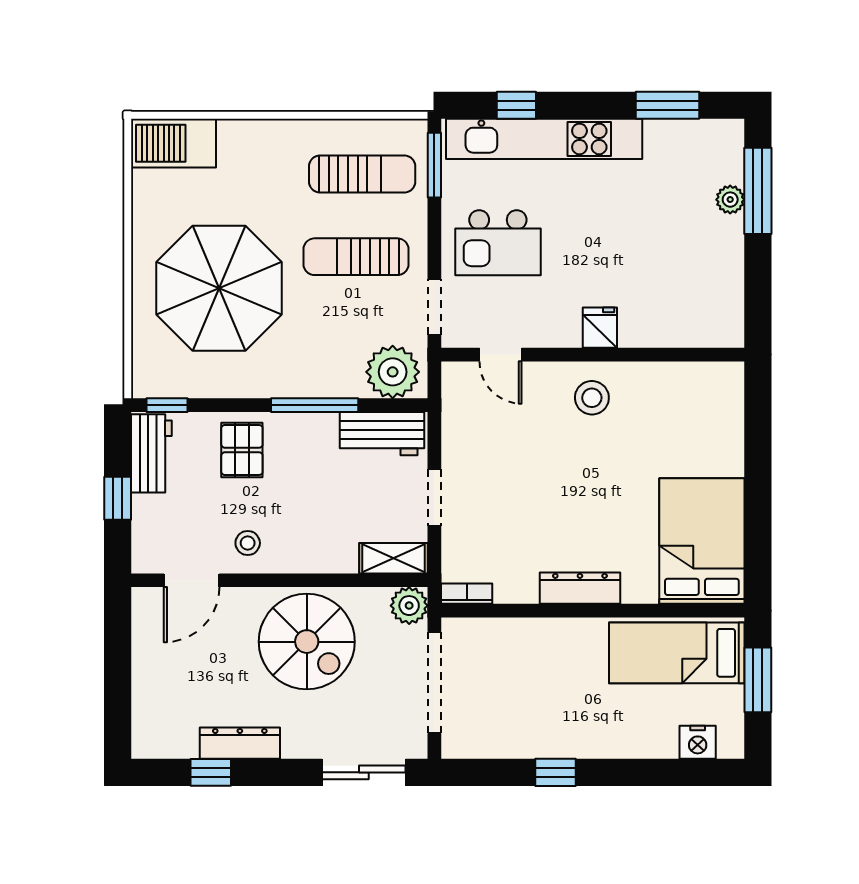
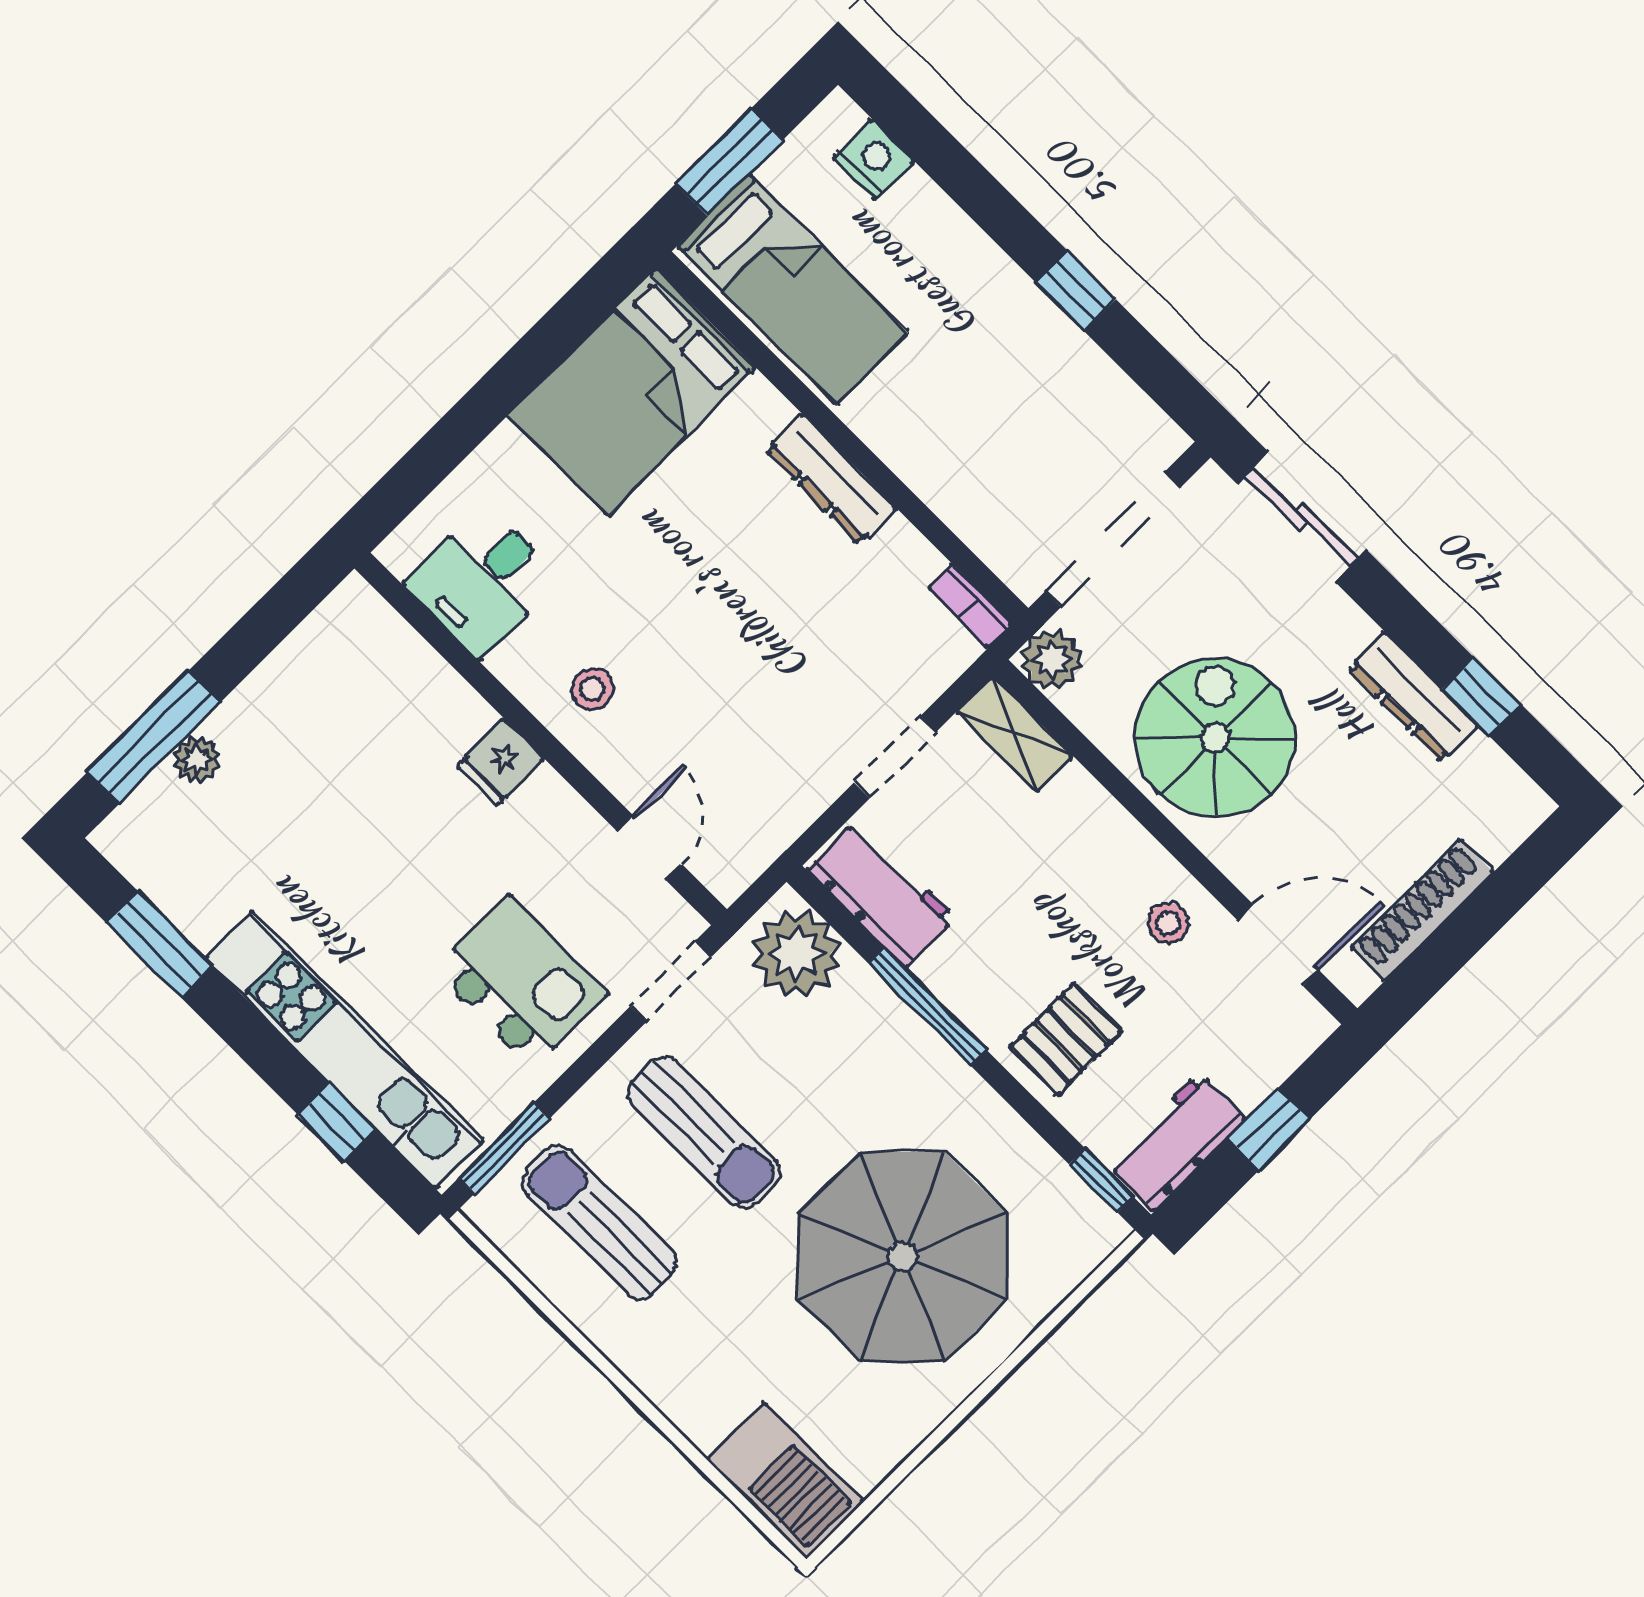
desk: (685, 397) -> (482, 581), added
stool: (592, 398) -> (593, 689), width x0.73, depth x0.73
shoe rack: (145, 656) -> (1422, 910), added

